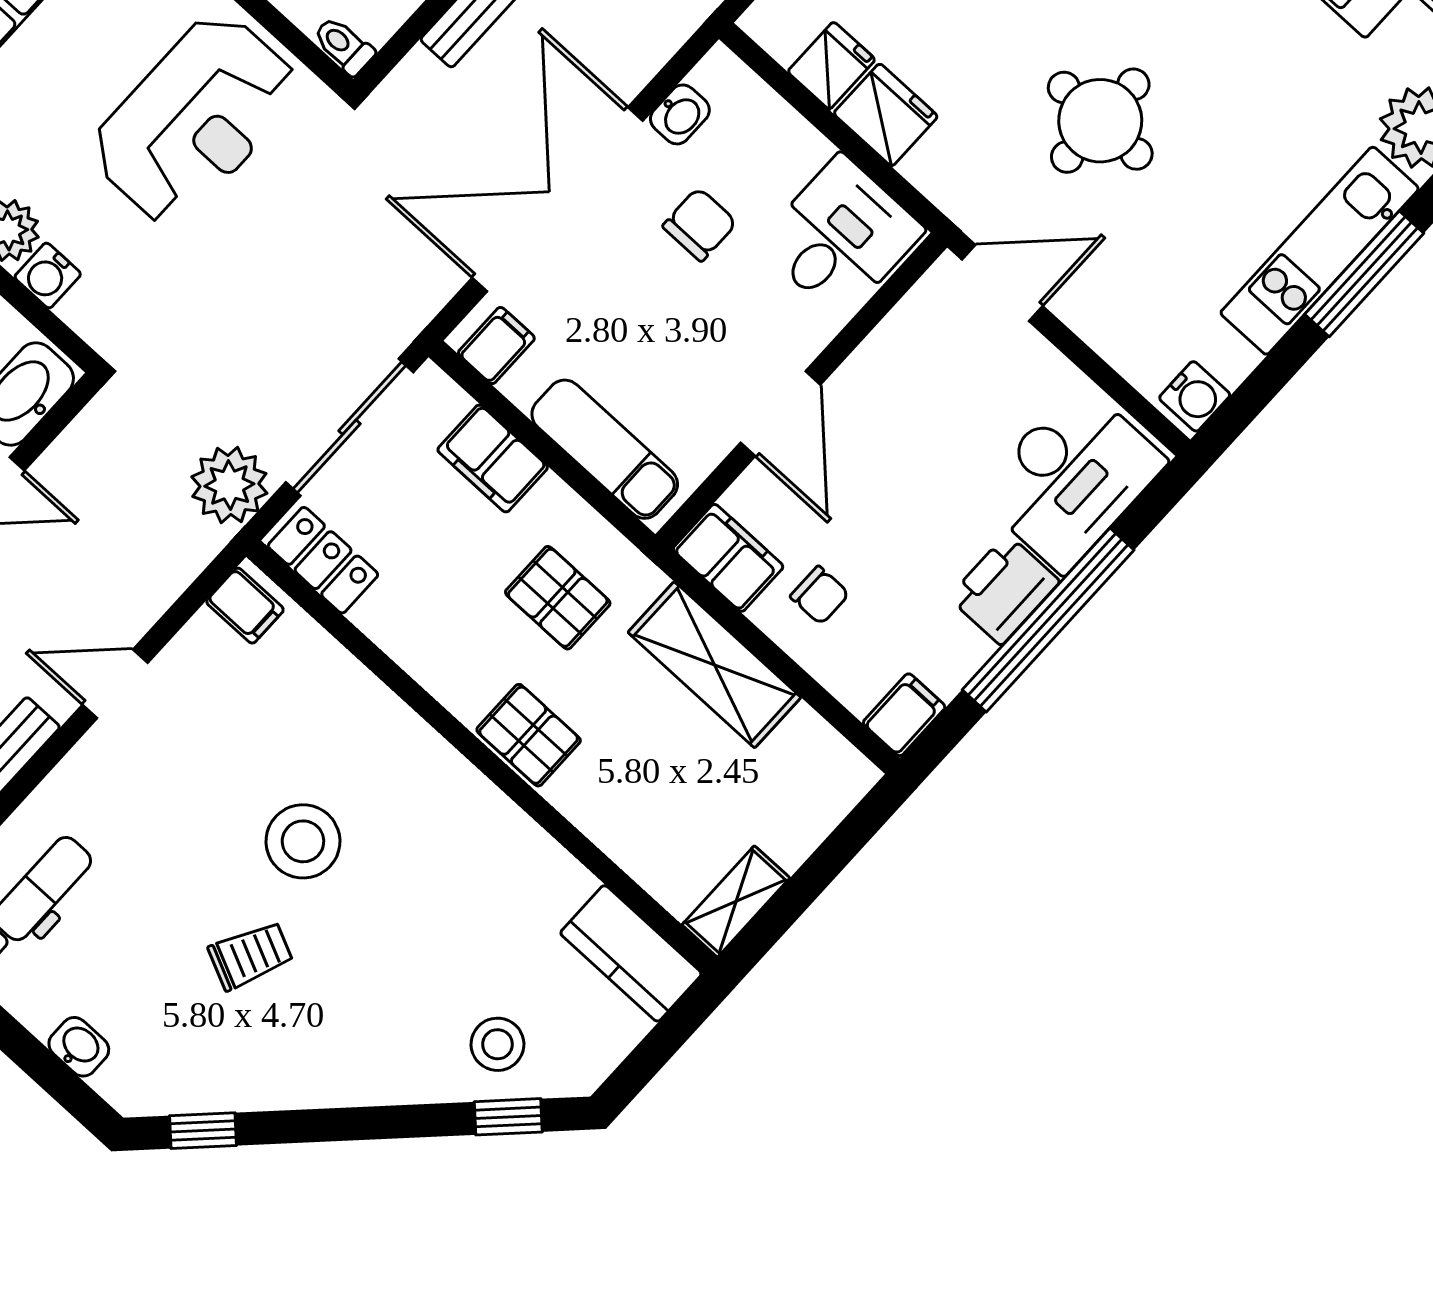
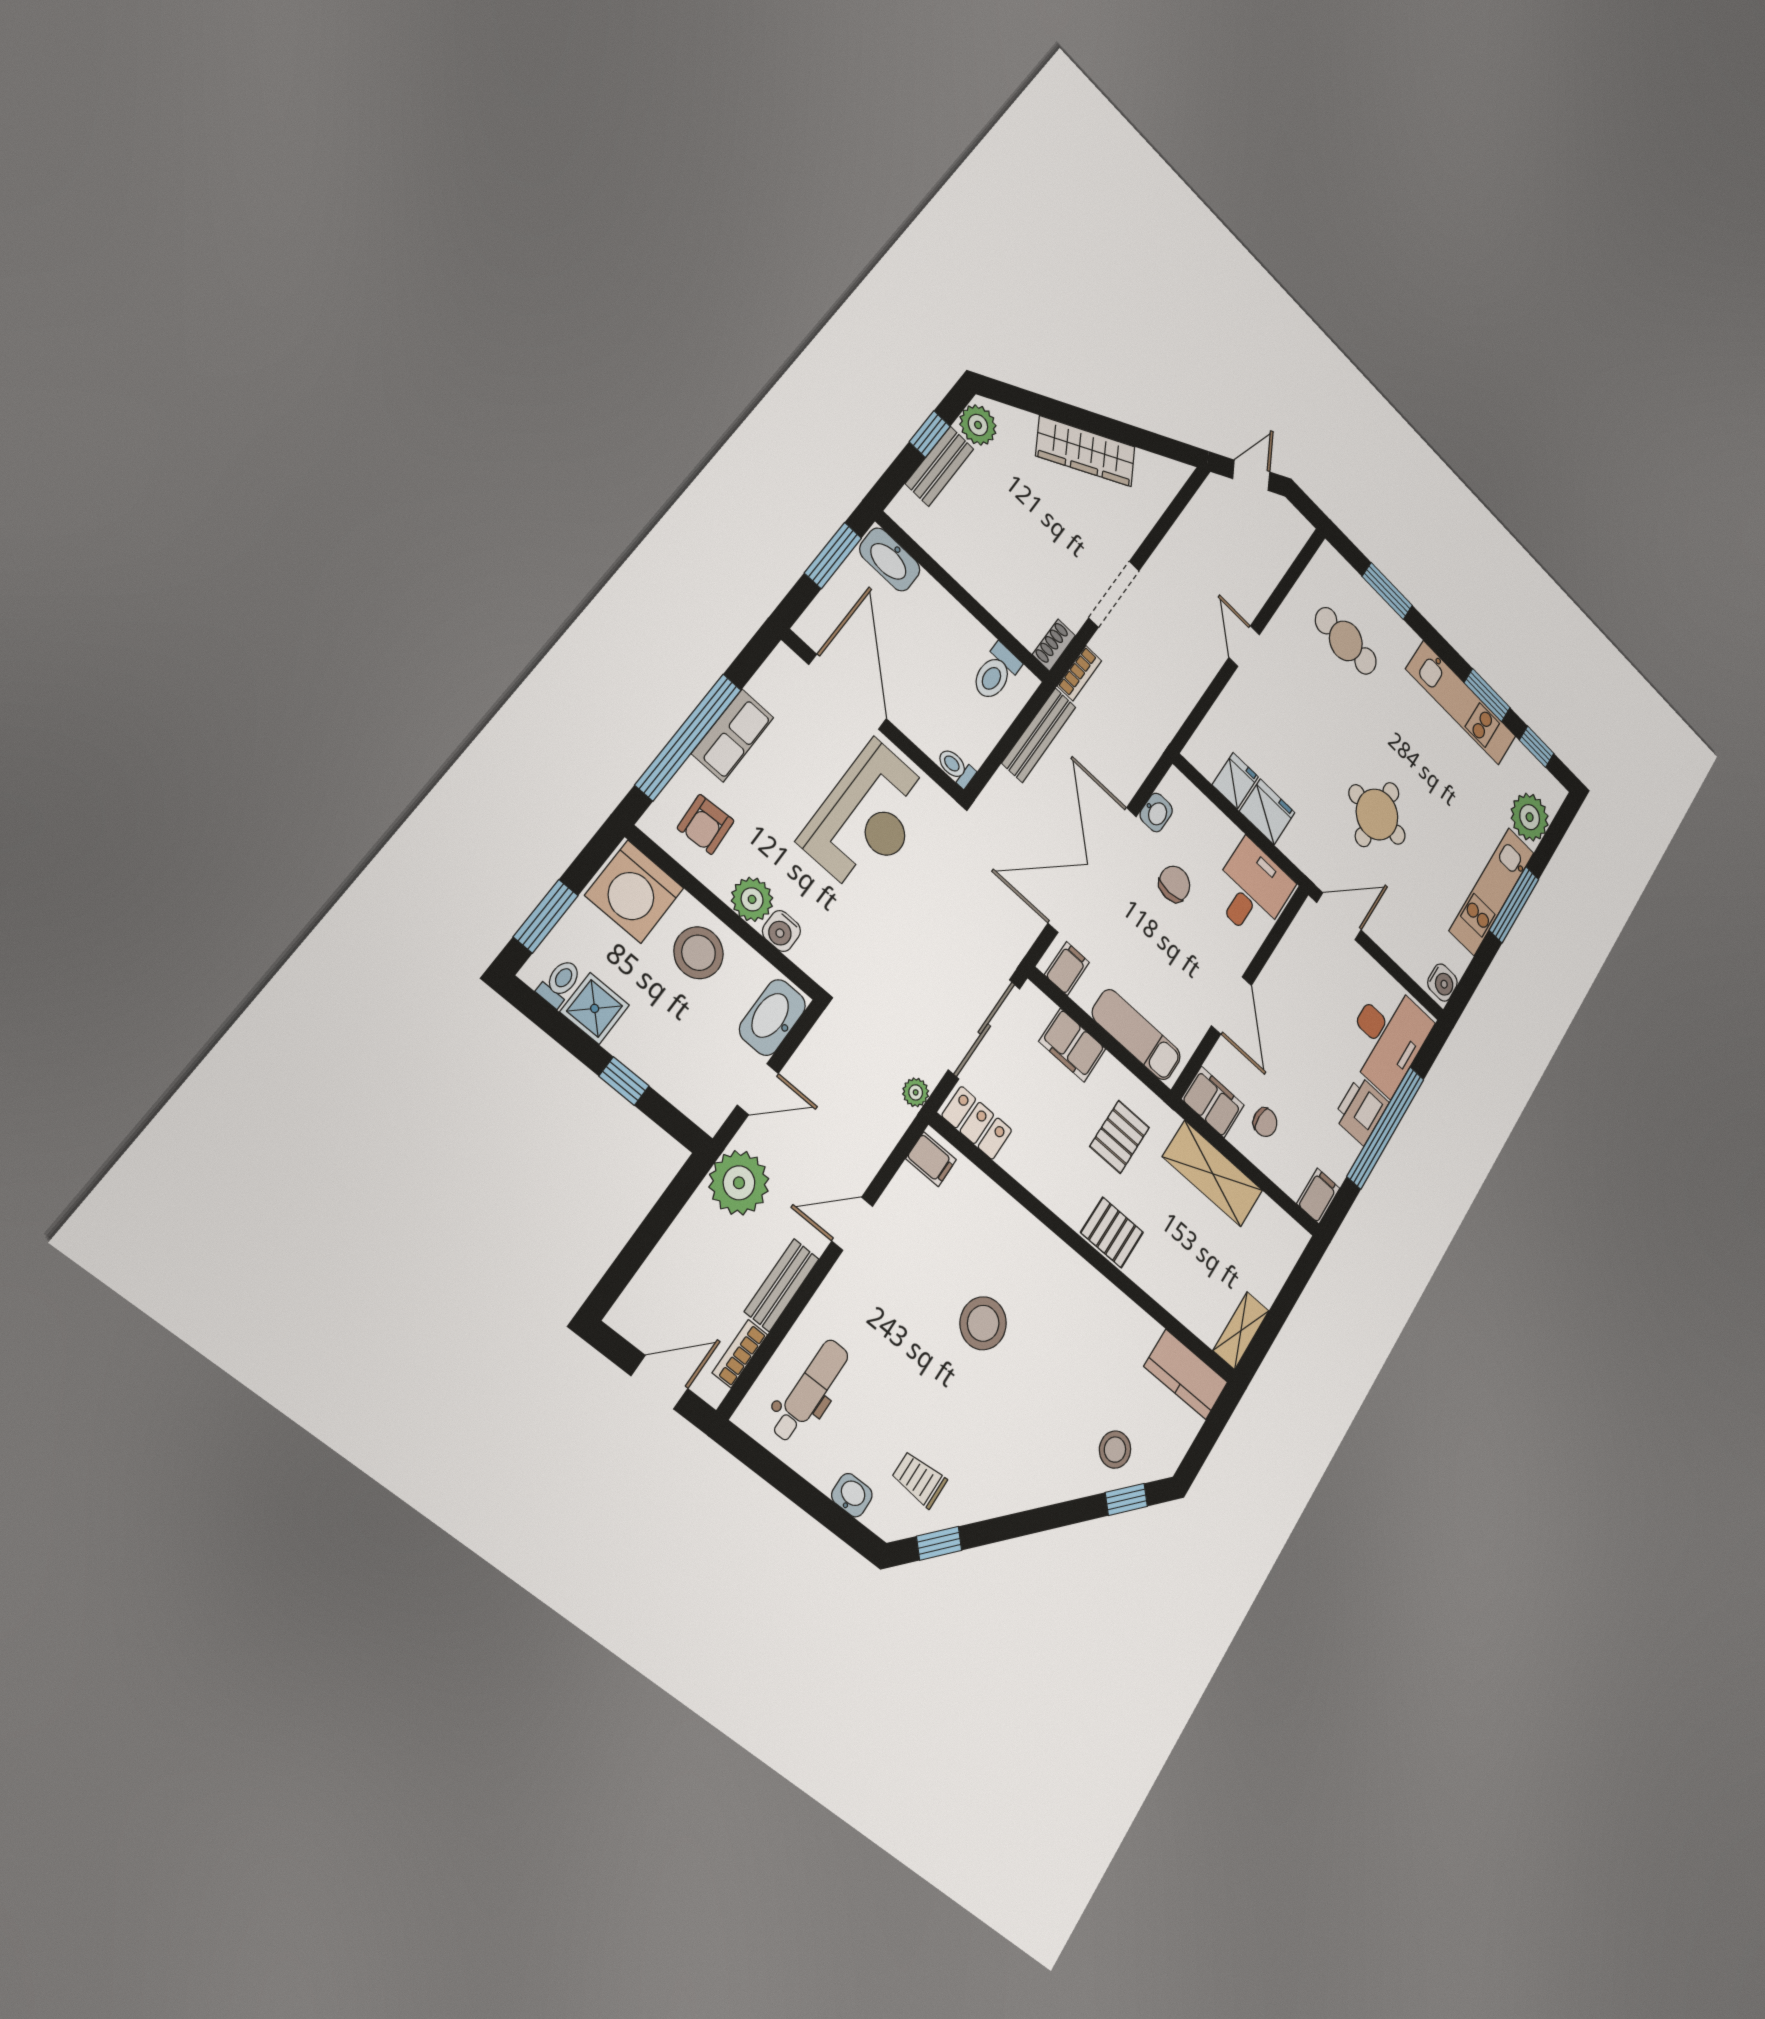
plant: (229, 485) -> (916, 1092), width x0.53, depth x0.53
pallet: (558, 598) -> (1120, 1137), turned 90
trolley: (251, 955) -> (919, 1479), moved, turned -115

